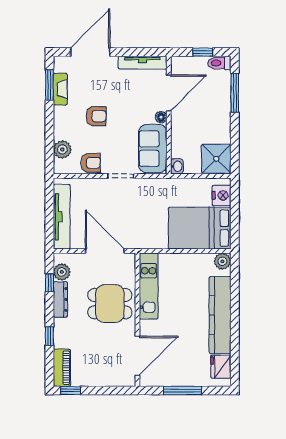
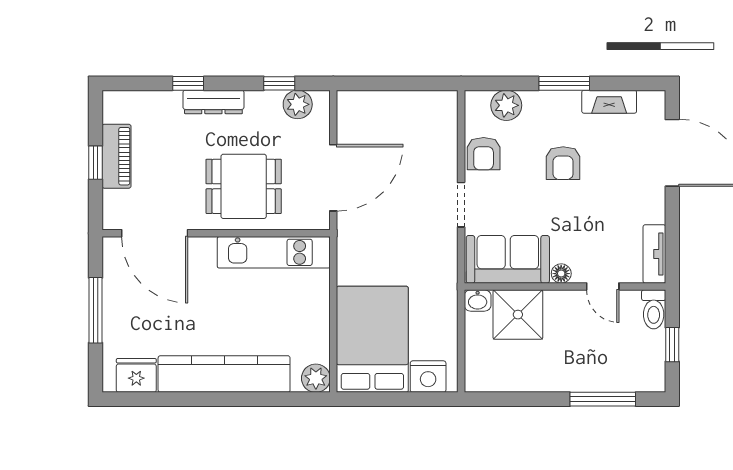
tv unit: (143, 63) -> (654, 254), width x0.71
toilet: (219, 63) -> (654, 309), moved, turned 180
window: (49, 85) -> (564, 83), moved
door: (169, 93) -> (603, 287), width x0.53
shower: (216, 159) -> (518, 315), moved
tv unit: (62, 217) -> (392, 104), removed
dresser: (60, 299) -> (213, 102), moved
dining table: (110, 304) -> (244, 186), turned 90
piano: (62, 368) -> (117, 156), moved, turned -90
window: (71, 391) -> (95, 163), moved

